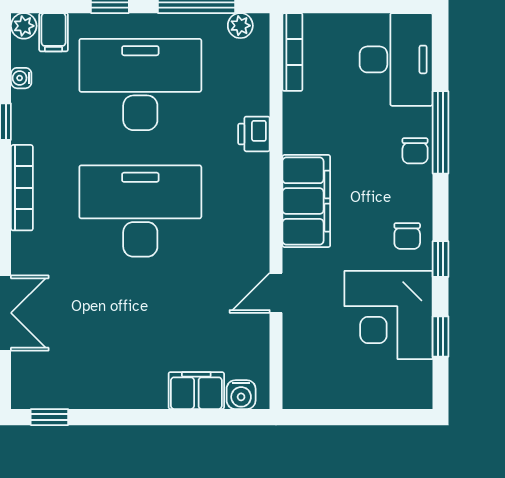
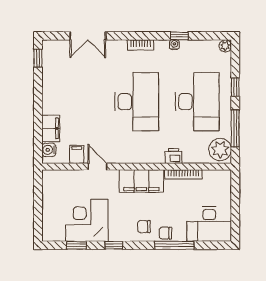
plant: (240, 26) -> (220, 149), width x1.88, depth x1.88
filing cabinet: (54, 32) -> (77, 154), moved, turned 90
bookcase: (292, 52) -> (183, 174), moved
water cooler: (21, 78) -> (174, 45), moved
bookcase: (22, 188) -> (140, 45), width x0.64
chair: (407, 236) -> (144, 227), moved

